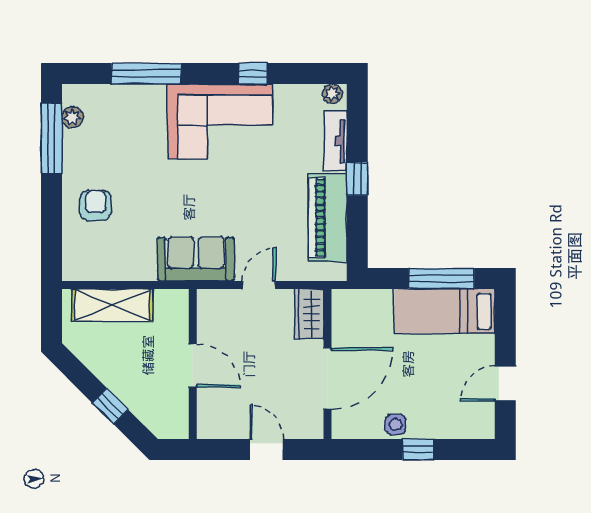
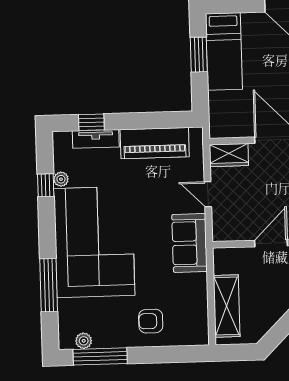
window: (253, 74) -> (46, 185), moved
plant: (332, 94) -> (61, 179), moved
corner sofa: (220, 121) -> (94, 242), width x1.36, depth x1.36
window: (357, 179) -> (91, 122), moved
window: (441, 278) -> (199, 55), width x0.69

